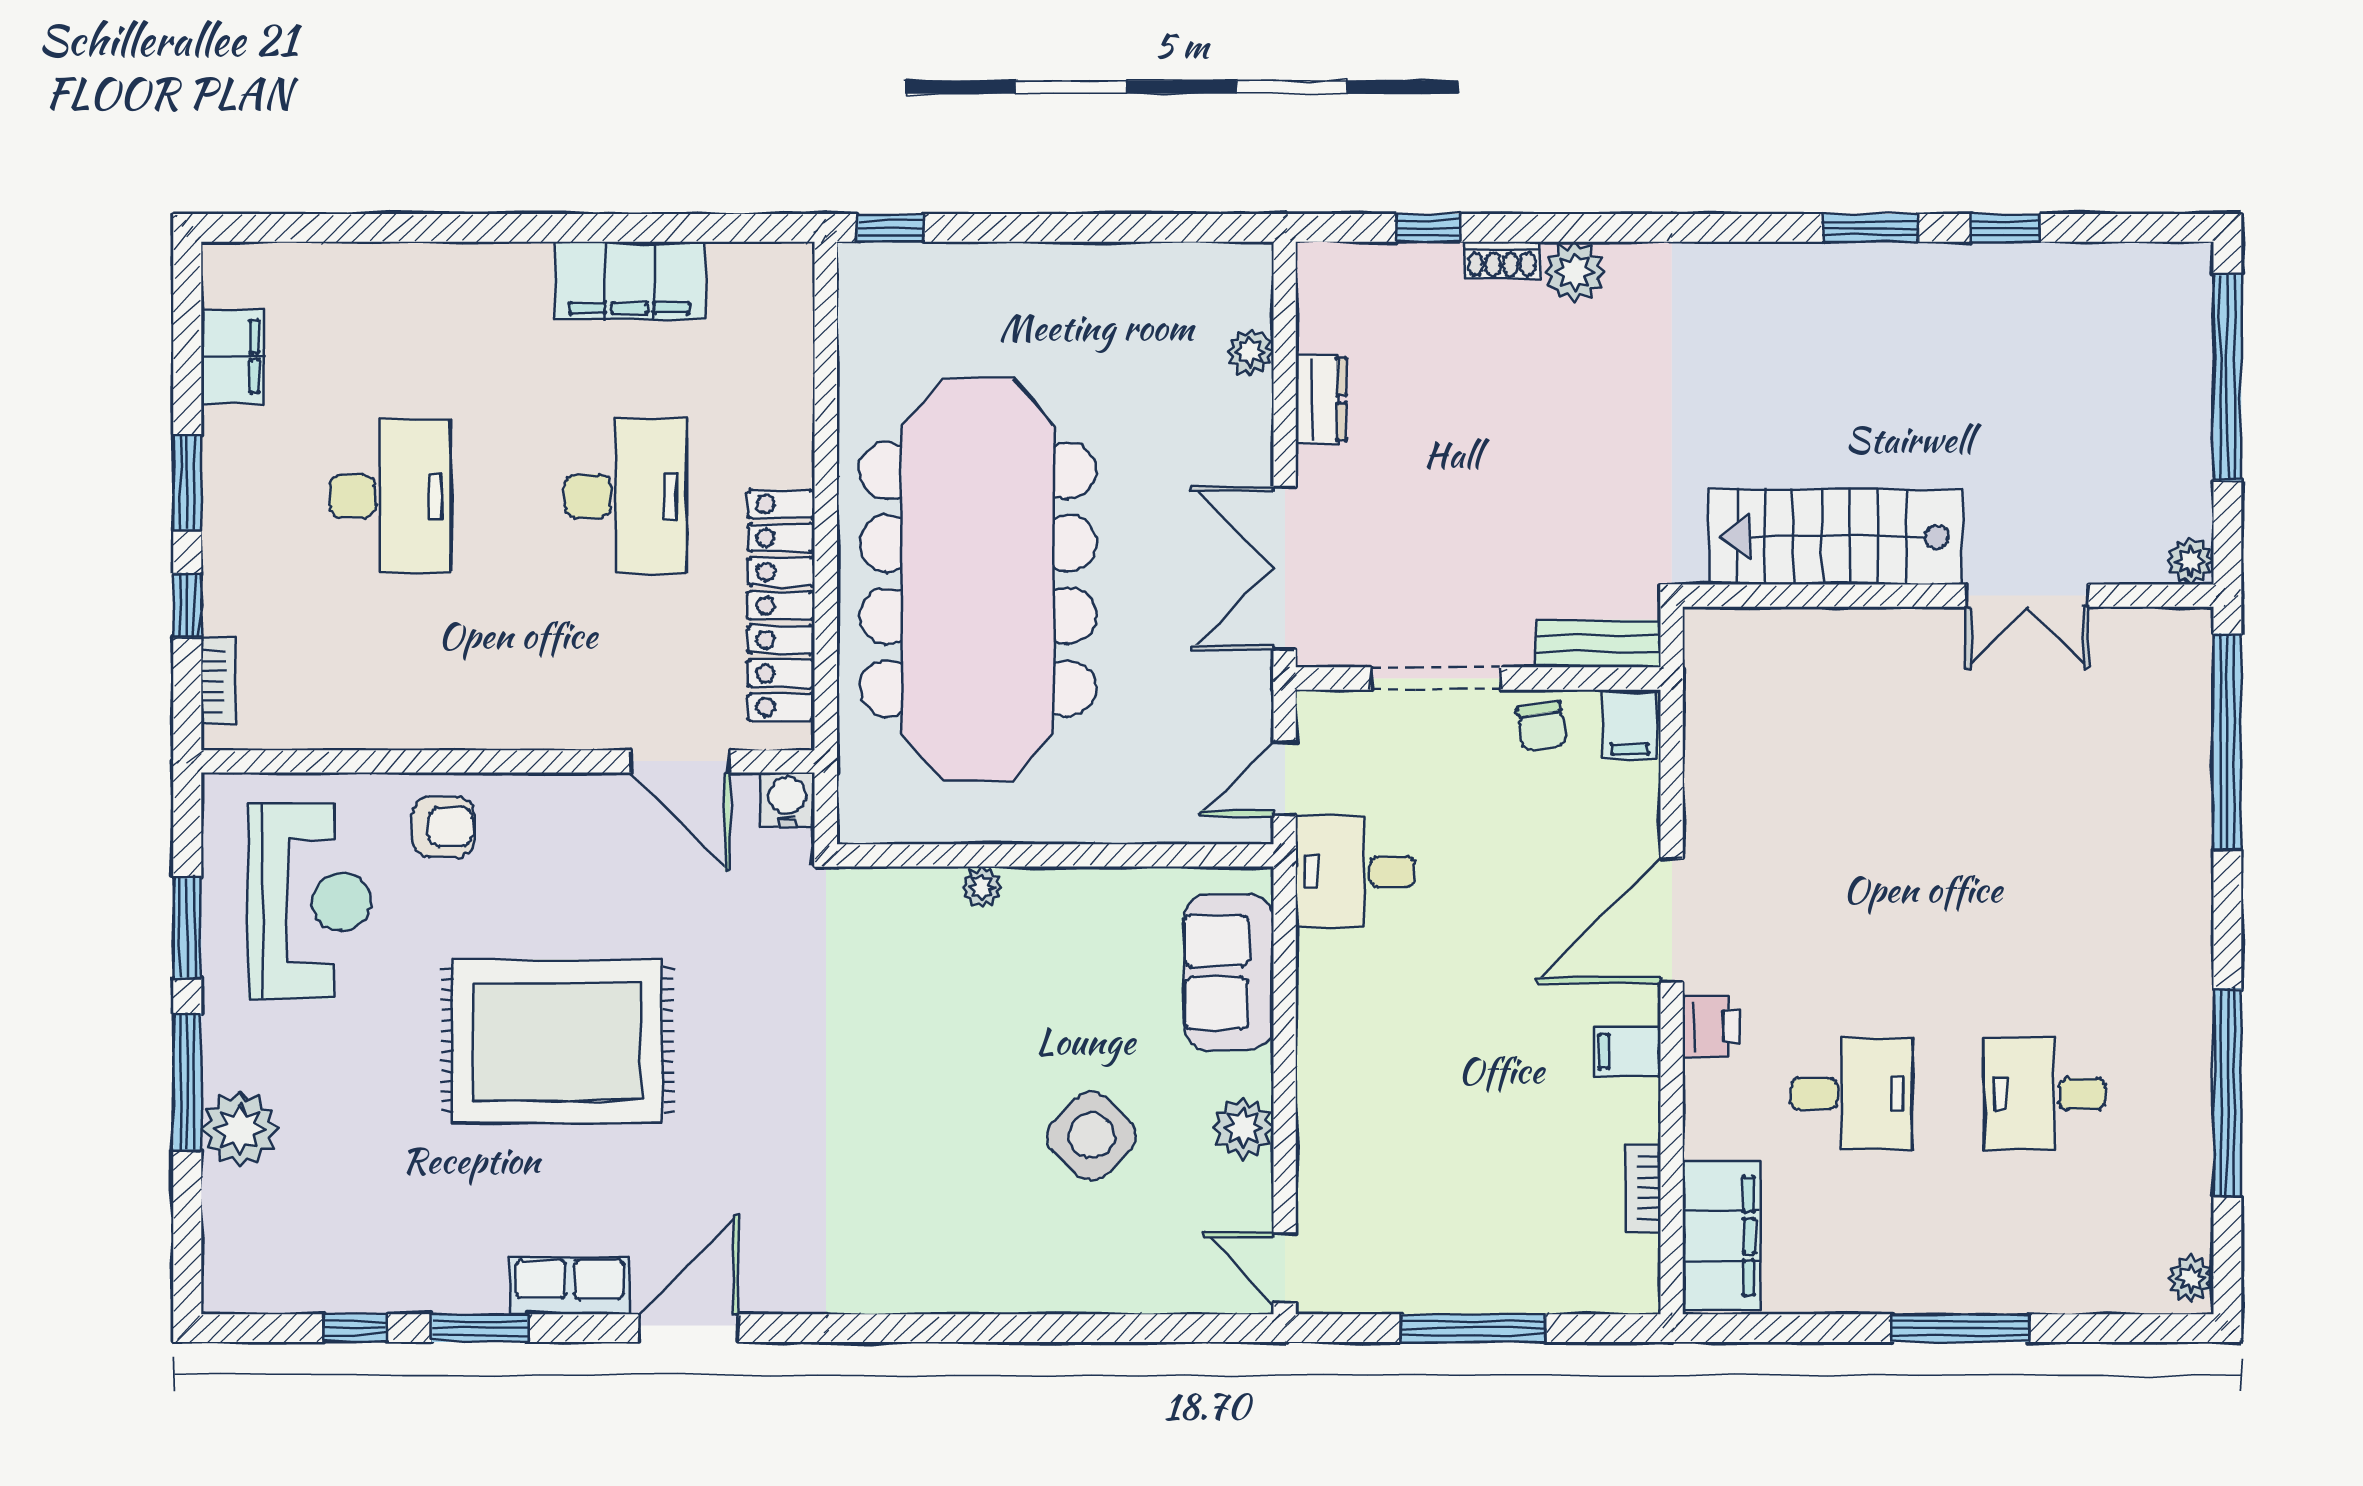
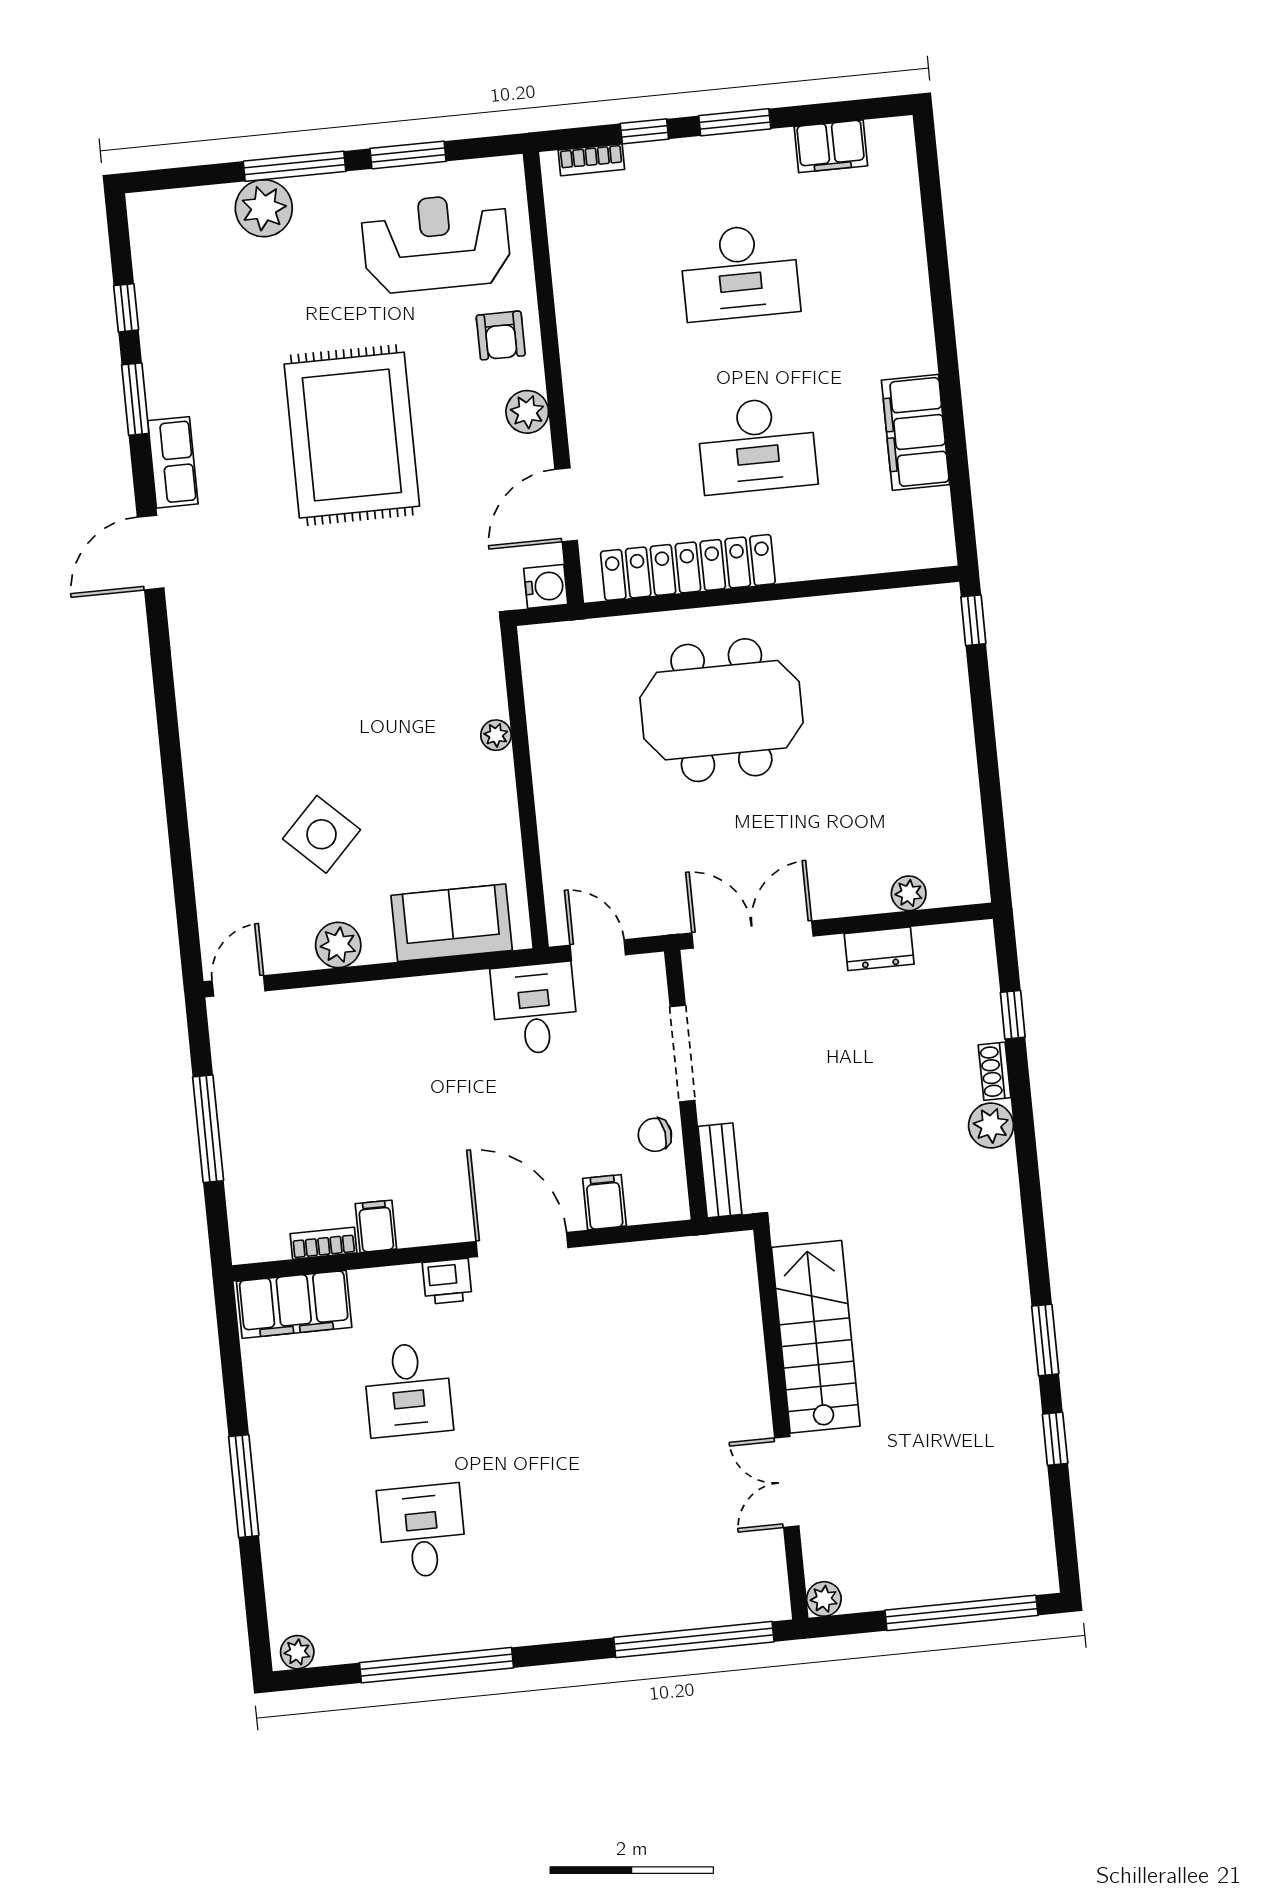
meeting table: (978, 580) -> (721, 710), width x0.54, depth x0.79
filing cabinet: (1630, 725) -> (604, 1202), moved, turned 90
plant: (550, 801) -> (527, 412), added
reception desk: (310, 901) -> (436, 243), turned 180
filing cabinet: (1627, 1051) -> (376, 1226), moved
door: (689, 1328) -> (151, 553), swing flipped

